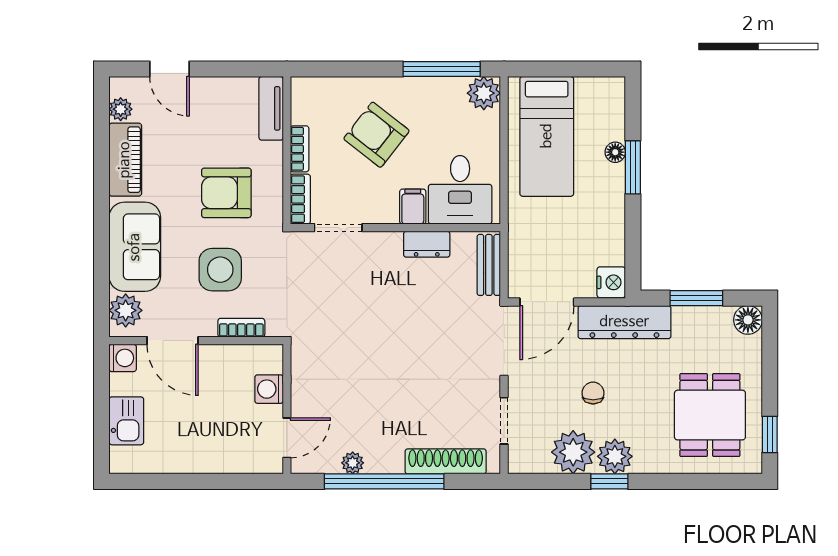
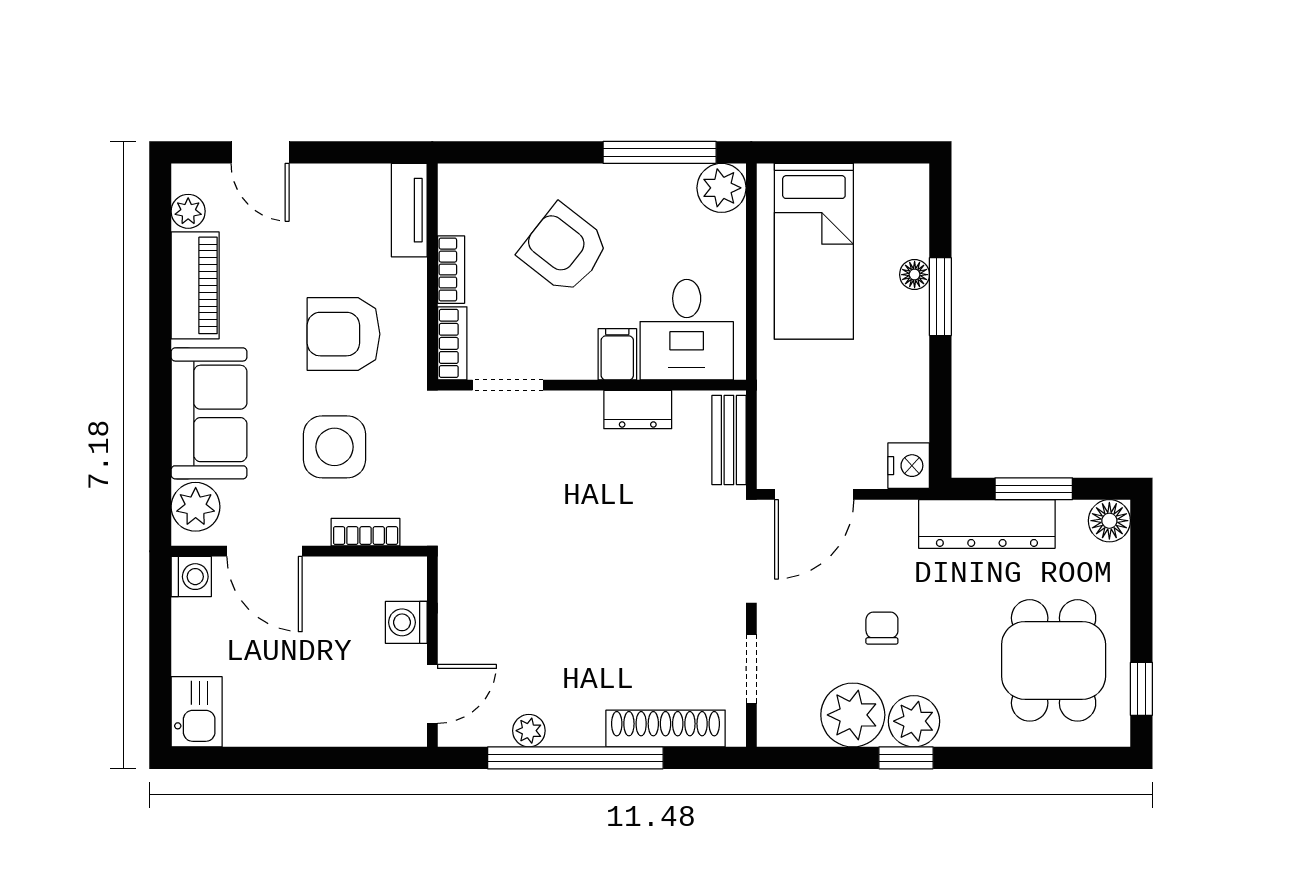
dresser: (624, 322) -> (987, 524), moved
kitchen sink: (126, 421) -> (197, 712), moved

